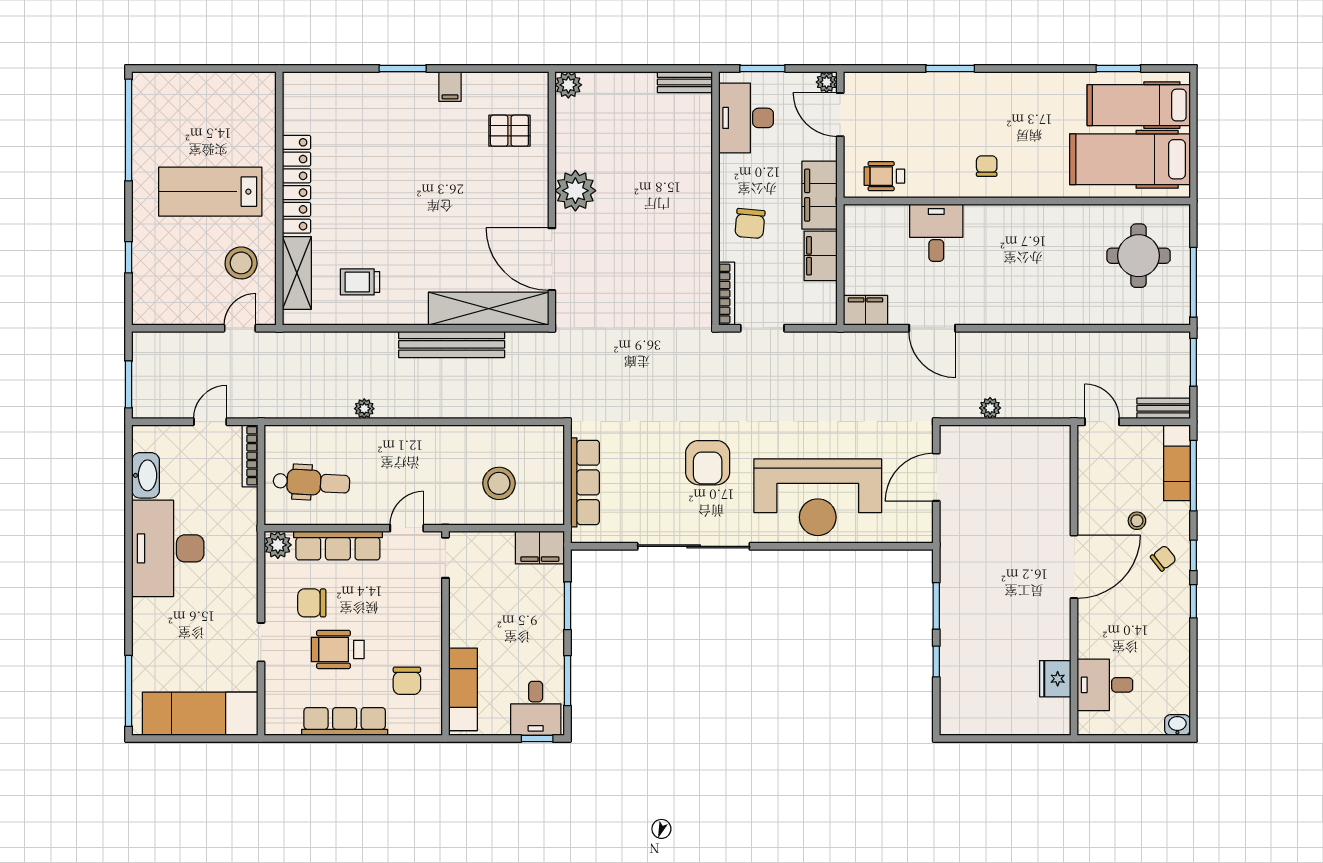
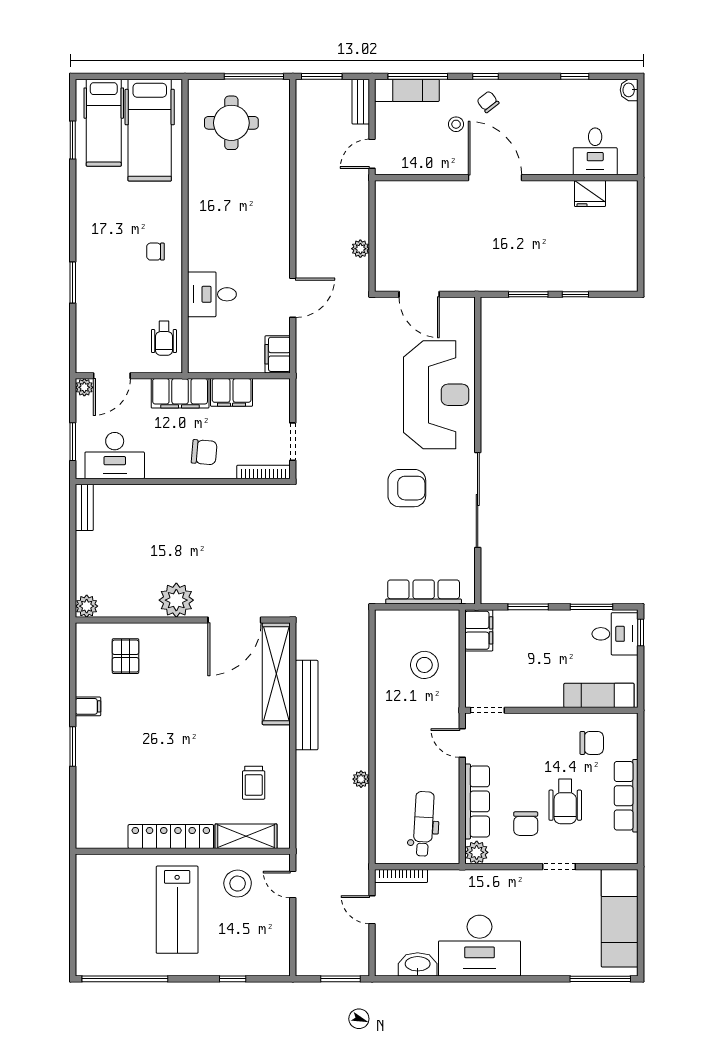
window: (1193, 601) -> (575, 76), moved

